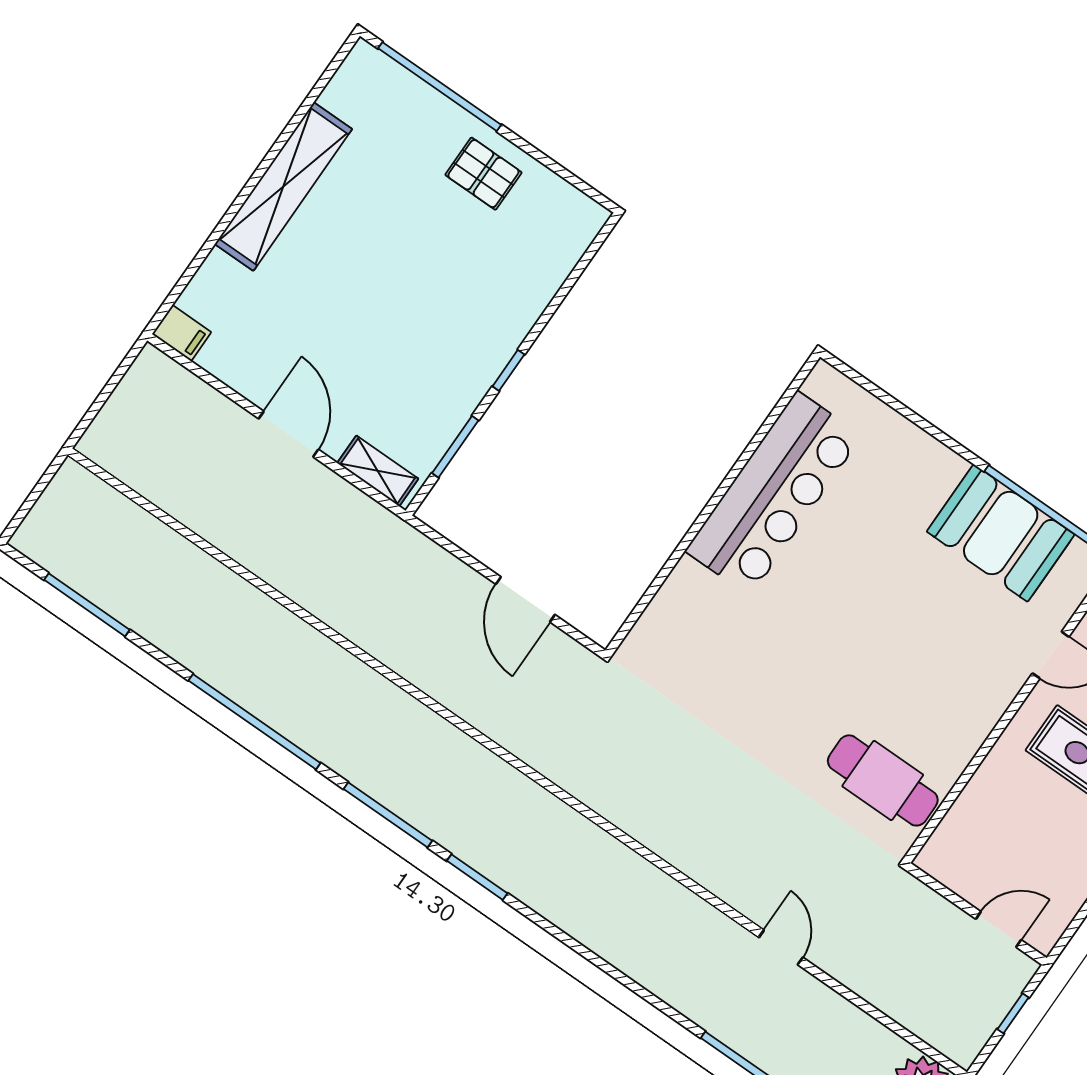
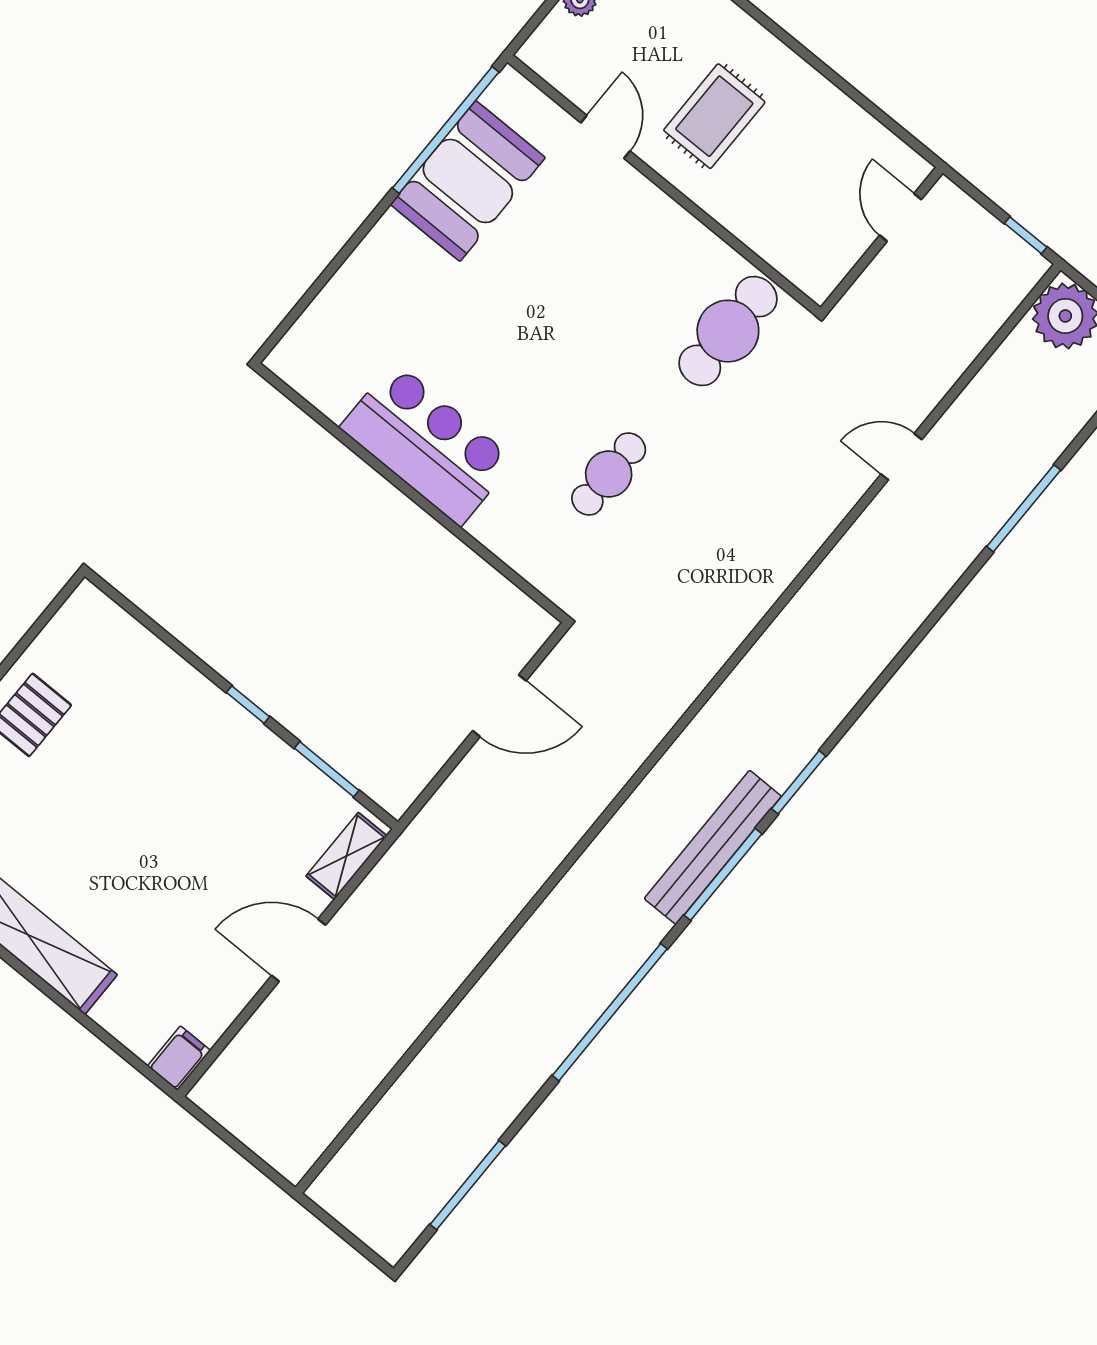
bar counter: (774, 493) -> (427, 444), width x0.73
cafe table: (744, 682) -> (609, 474), added
bench: (412, 804) -> (713, 847), added
window: (1013, 1013) -> (1026, 235), moved

